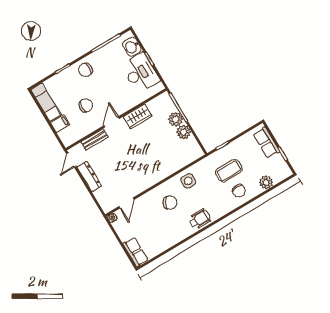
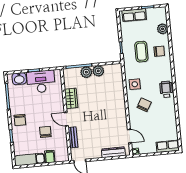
dresser: (89, 176) -> (113, 152), moved

